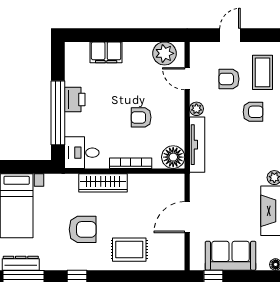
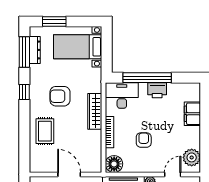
desk: (82, 153) -> (122, 96), width x1.37
armchair: (83, 229) -> (60, 96), turned 90

